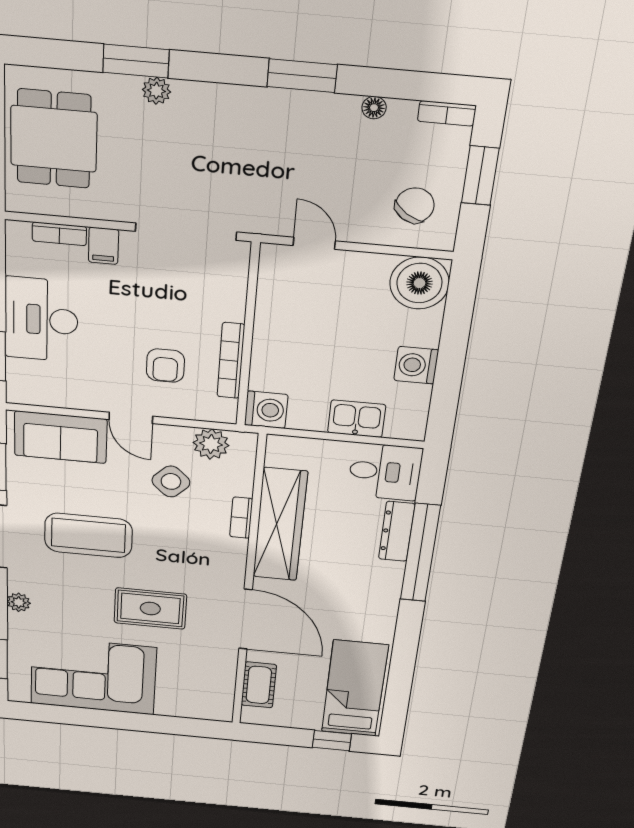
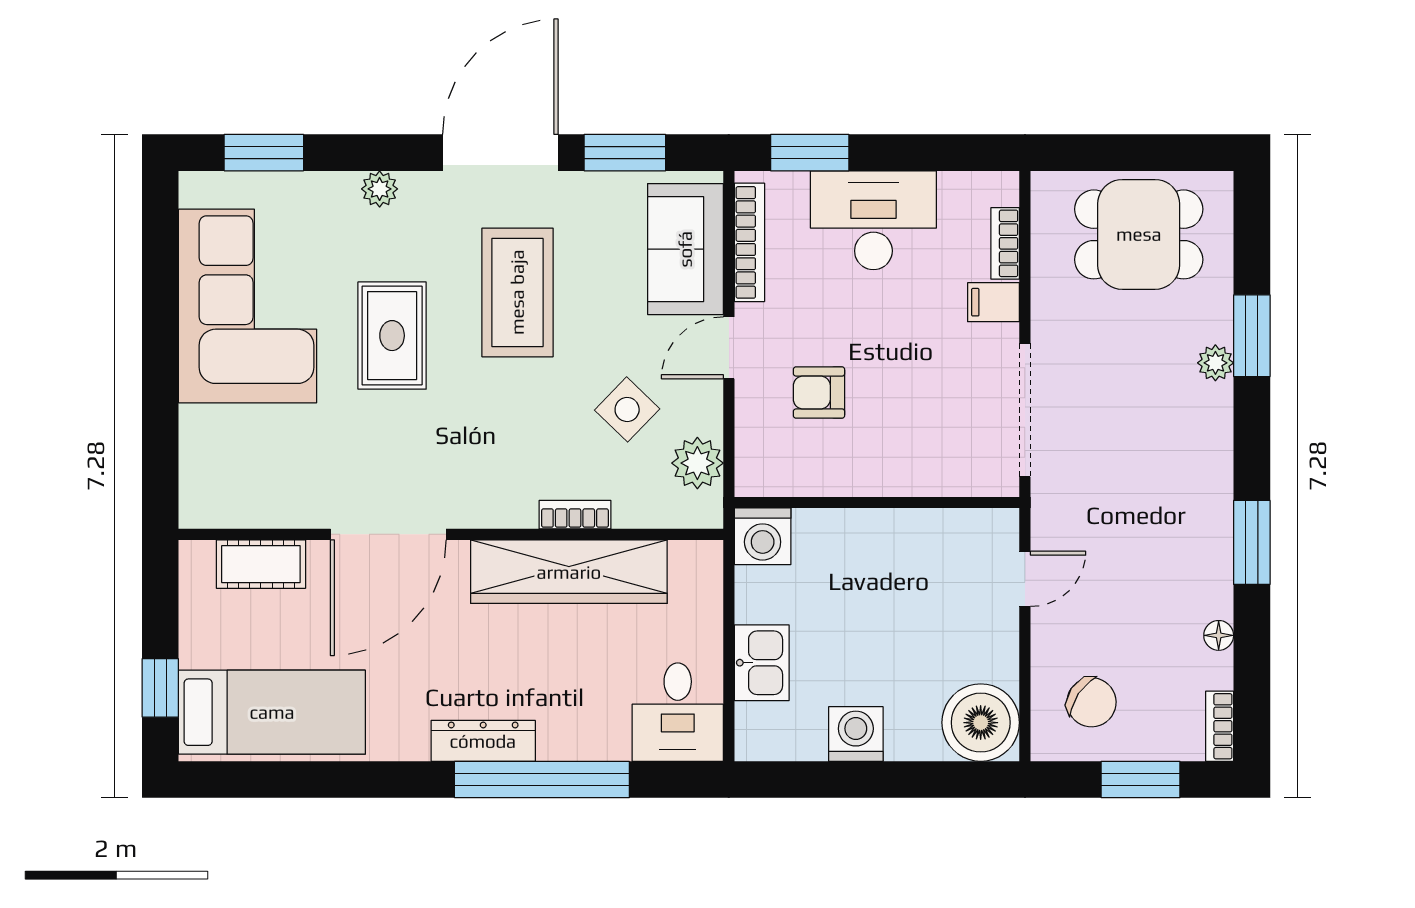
bookcase: (231, 361) -> (749, 242), moved, turned 90
dresser: (397, 531) -> (483, 741), moved
rug: (150, 609) -> (392, 336), moved

